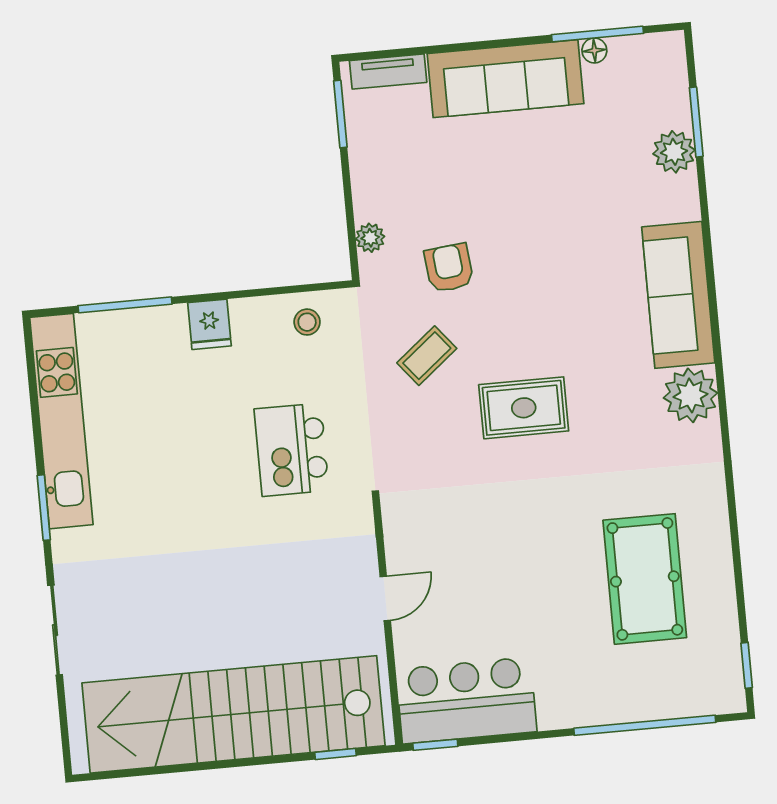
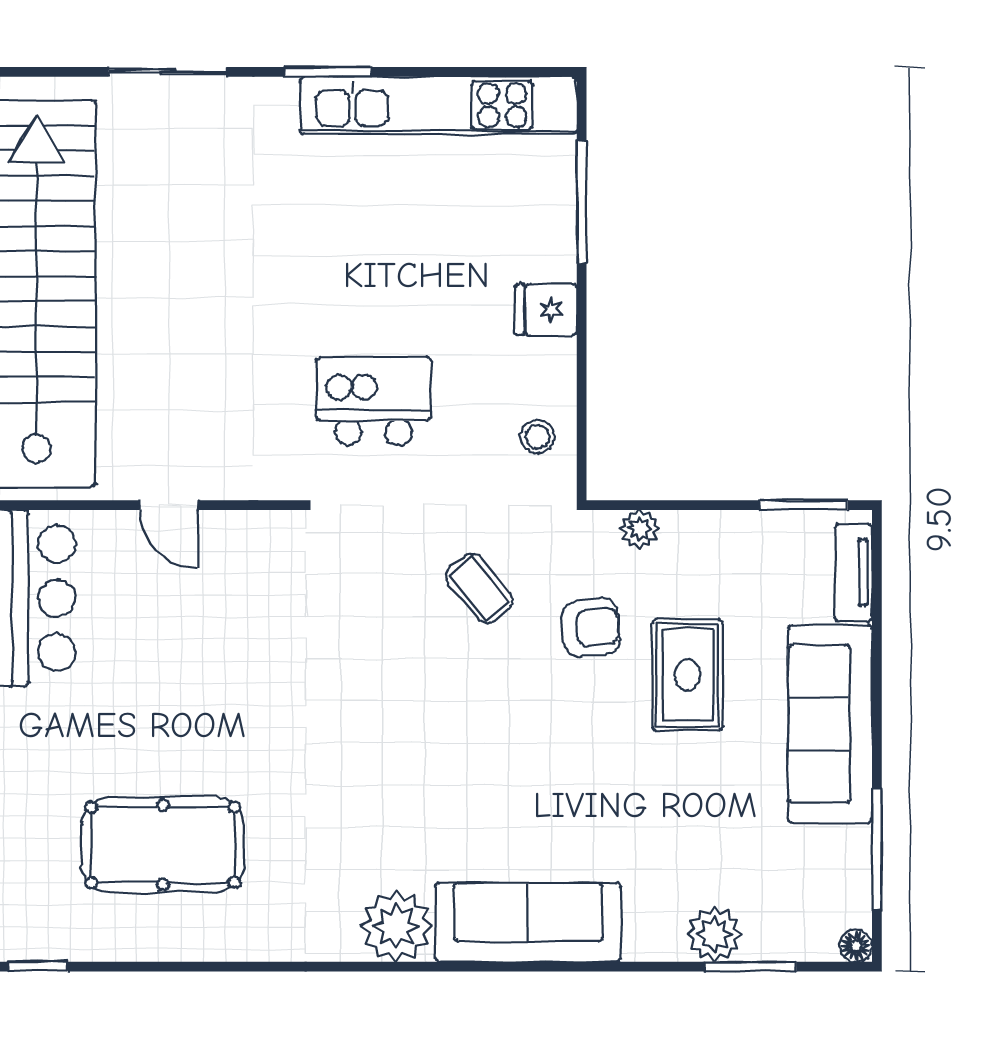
floor lamp: (594, 50) -> (856, 946), moved
rug: (524, 408) -> (688, 675), moved

